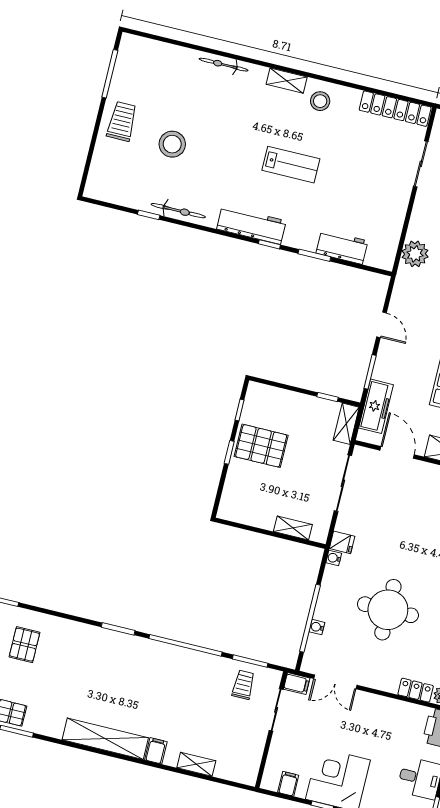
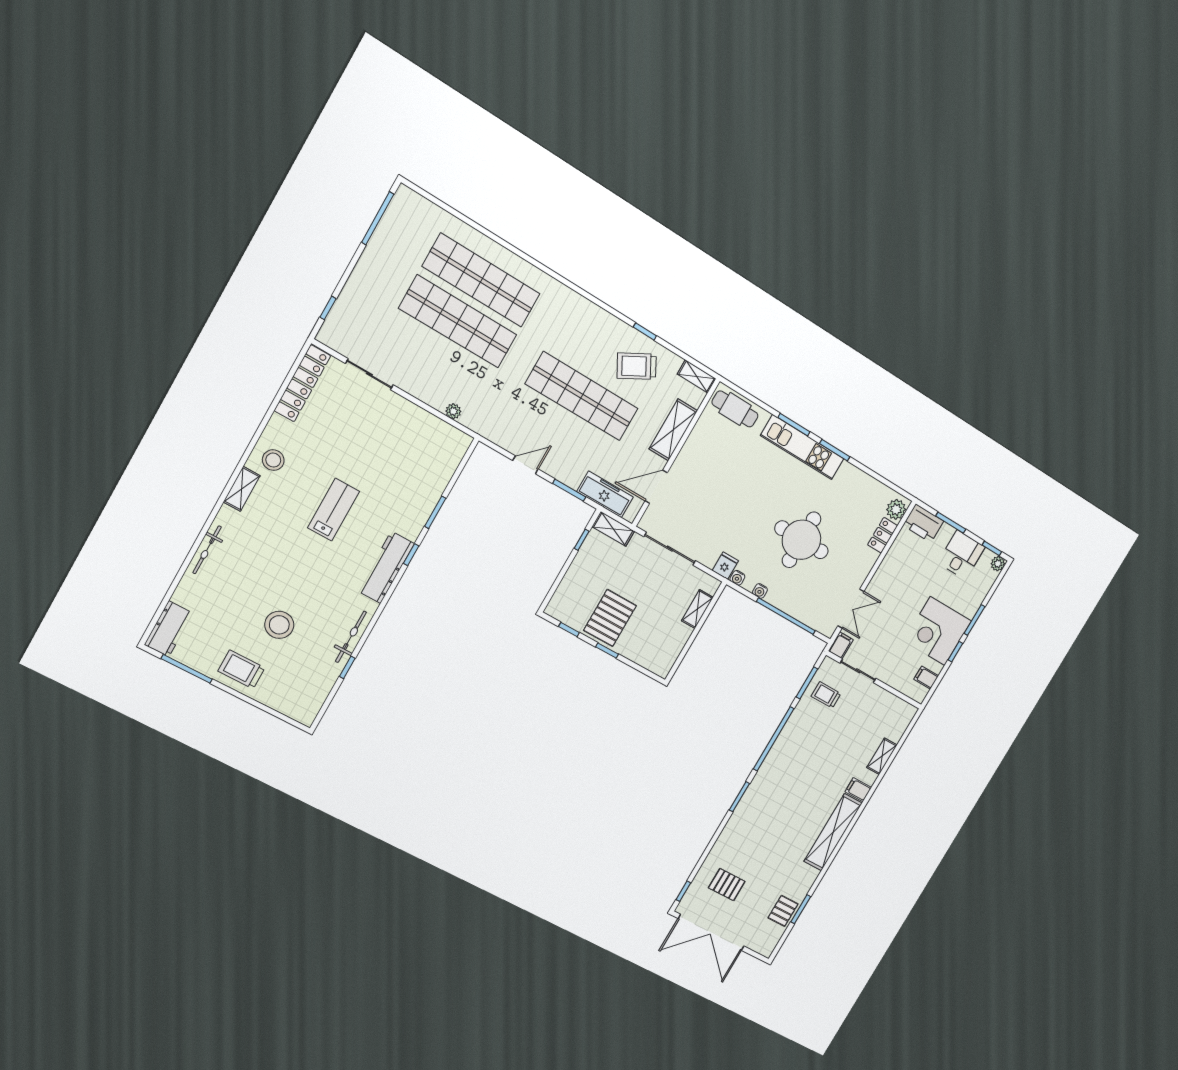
workbench: (342, 247) -> (169, 629), moved, turned 180
plant: (415, 254) -> (453, 411), width x0.53, depth x0.53
water cooler: (317, 627) -> (760, 591), moved

